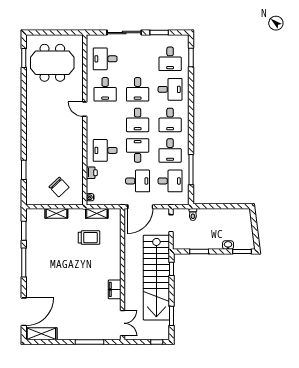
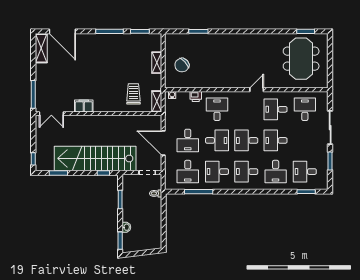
trolley: (89, 238) -> (133, 94), turned 180
wall: (122, 274) -> (98, 114), moved
filing cabinet: (115, 289) -> (84, 106), moved
double door: (122, 323) -> (51, 114), moved

